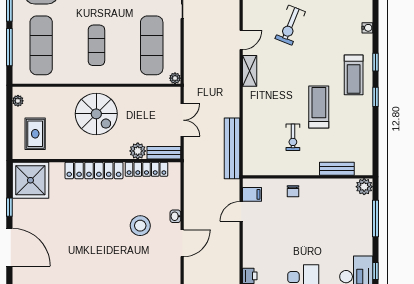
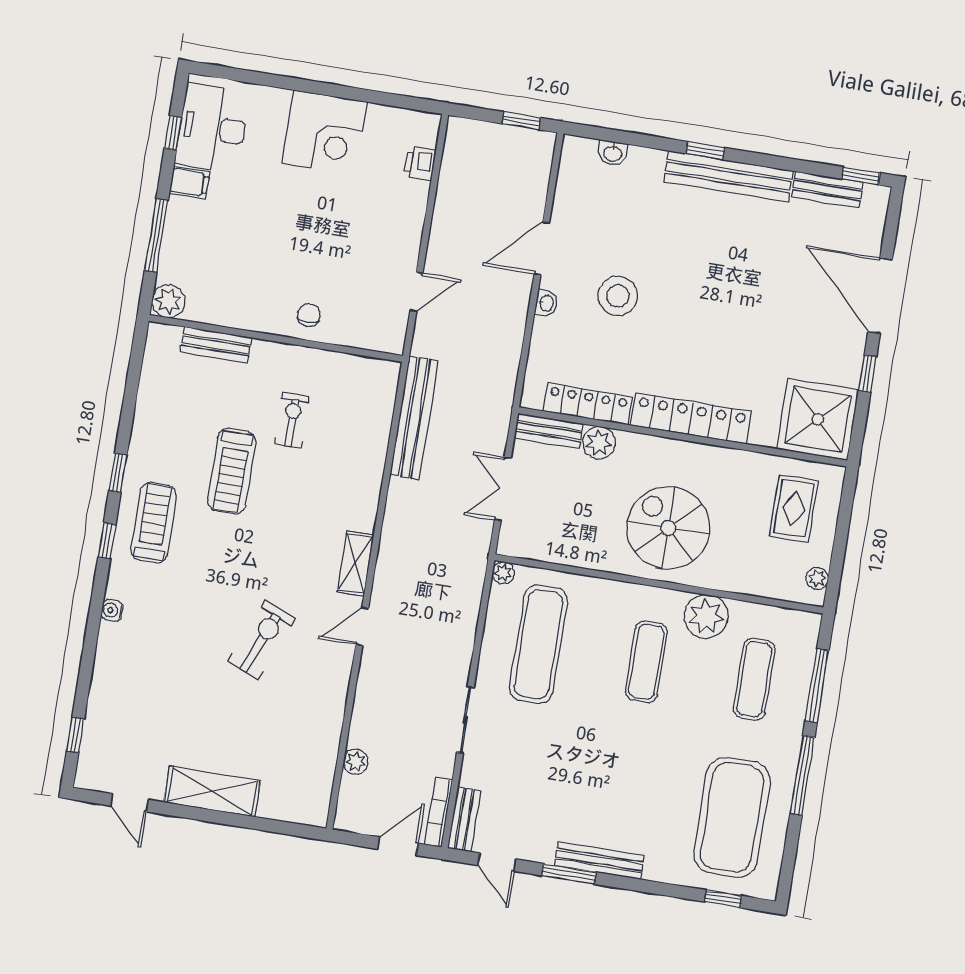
exercise mat: (41, 45) -> (754, 679), width x0.73, depth x0.69
plant: (70, 73) -> (706, 617), added
filing cabinet: (252, 194) -> (190, 183), moved, turned 180

